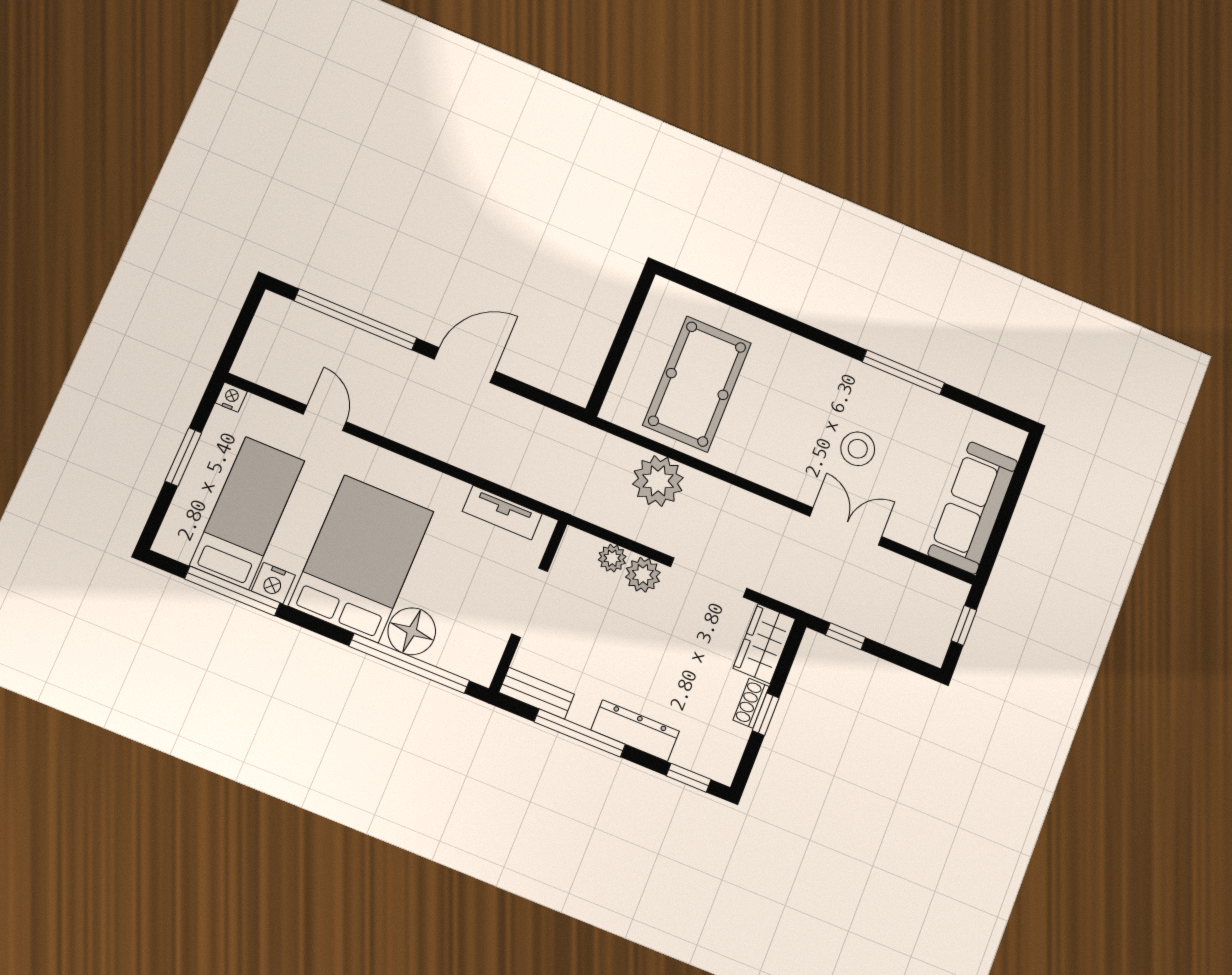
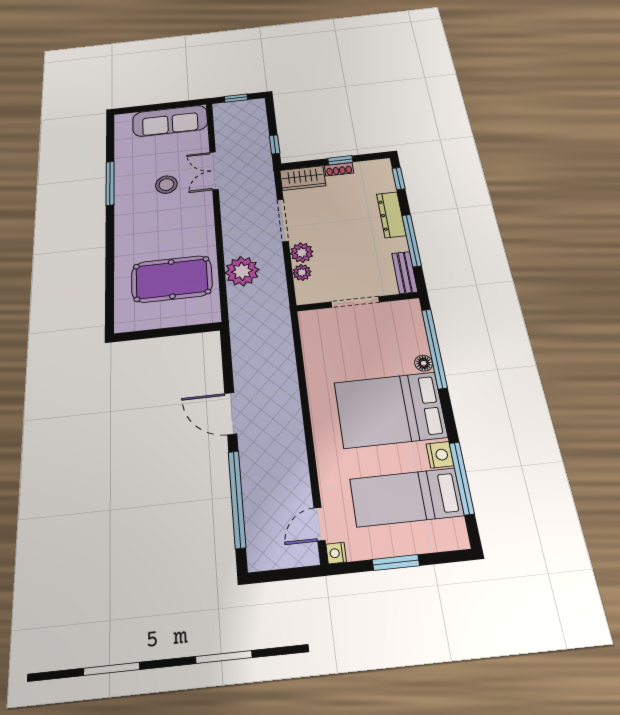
door: (325, 418) -> (319, 524), moved
tv unit: (502, 513) -> (311, 344), removed
floor lamp: (412, 631) -> (424, 363), width x0.53, depth x0.53

